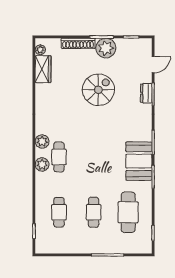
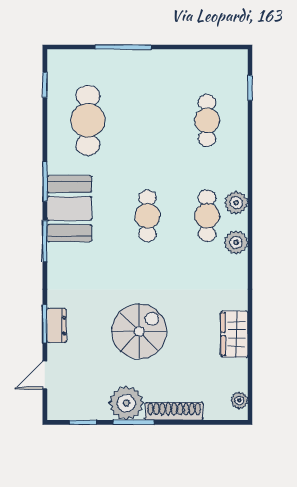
wardrobe: (43, 69) -> (234, 334), moved
spiral stairs: (98, 90) -> (139, 331), turned 180
cafe table: (94, 212) -> (147, 216), moved

